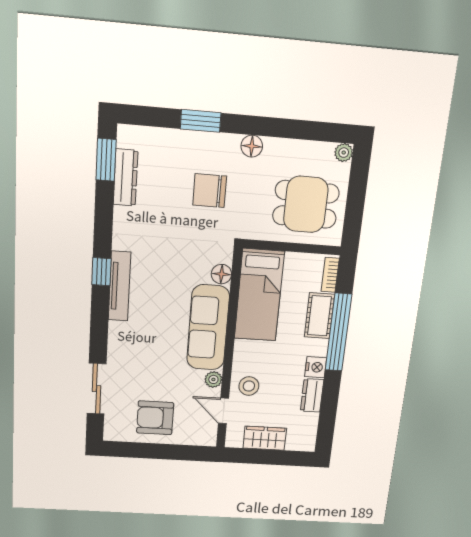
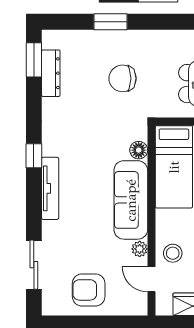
floor lamp: (252, 146) -> (155, 39), removed
tv unit: (119, 286) -> (50, 188), moved

